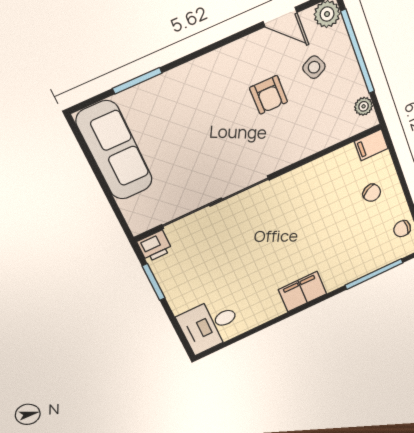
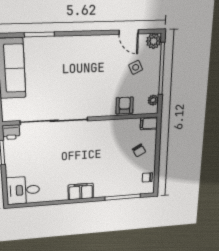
armchair: (269, 95) -> (125, 105), moved, turned 180

